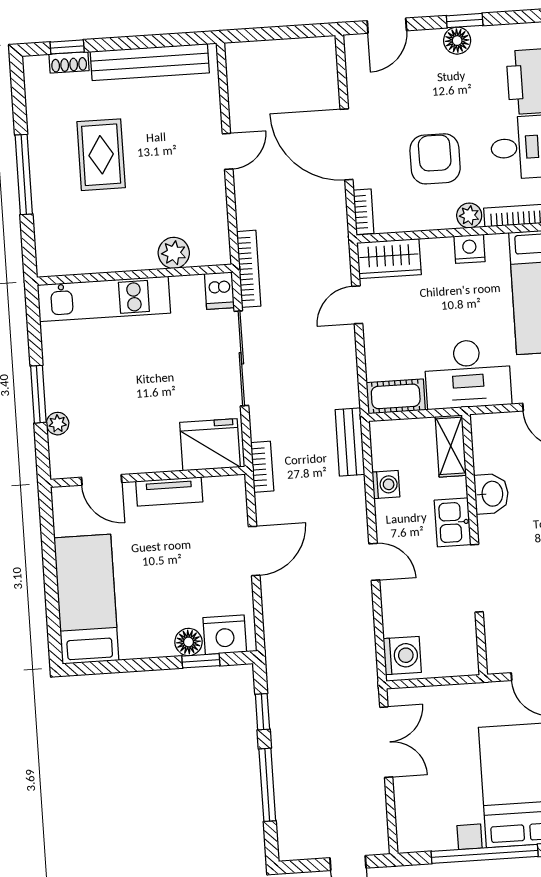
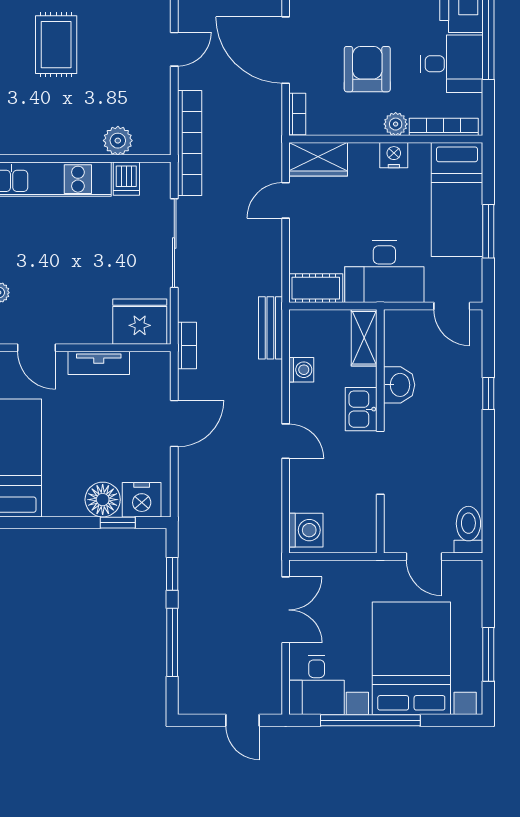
bookcase: (249, 269) -> (190, 143), width x1.48, depth x1.31
dishwasher: (219, 291) -> (126, 179), moved
floor lamp: (189, 642) -> (103, 500), width x1.38, depth x1.38
desk: (425, 820) -> (317, 685), added

